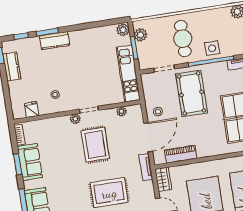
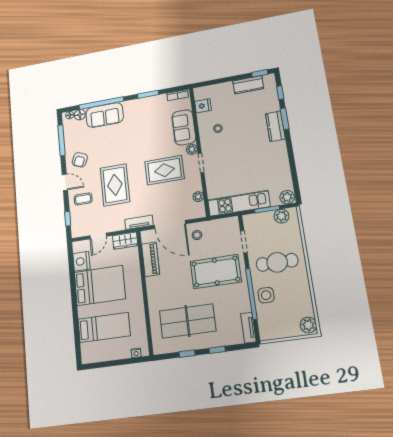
sofa: (30, 162) -> (184, 127), moved, turned 90

